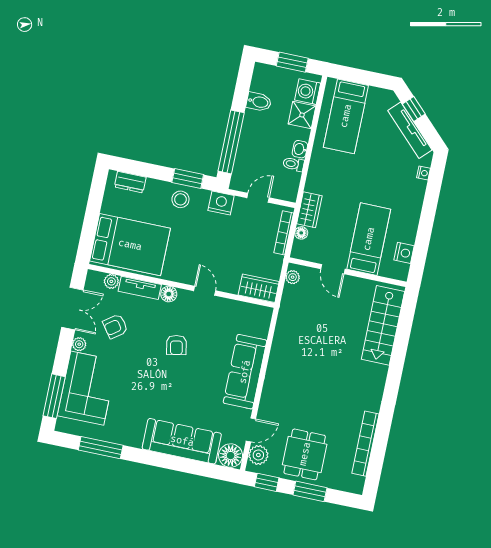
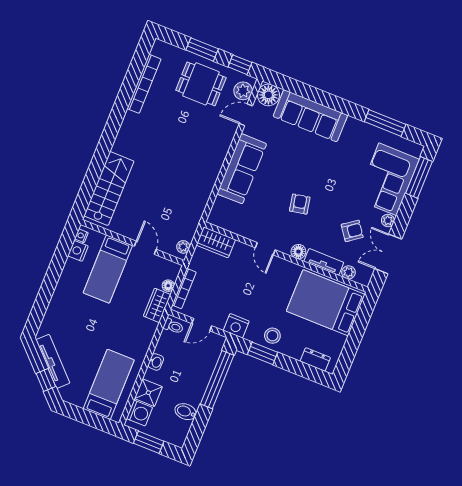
toilet: (293, 164) -> (173, 326), moved
nightstand: (424, 173) -> (81, 236), moved
dining table: (305, 454) -> (201, 84), turned 90

